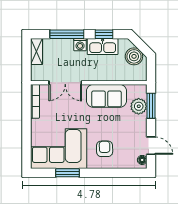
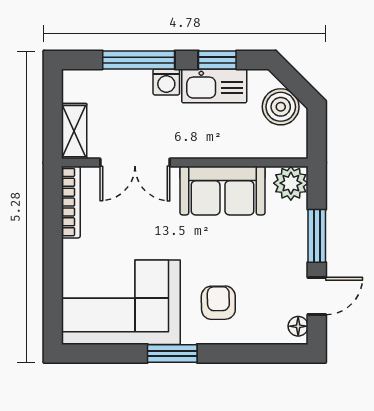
shelving: (37, 52) -> (74, 131), moved
plant: (139, 106) -> (291, 183), moved
window: (151, 106) -> (317, 236), moved
door: (151, 146) -> (317, 296), hinge flipped
window: (68, 173) -> (172, 353), moved

